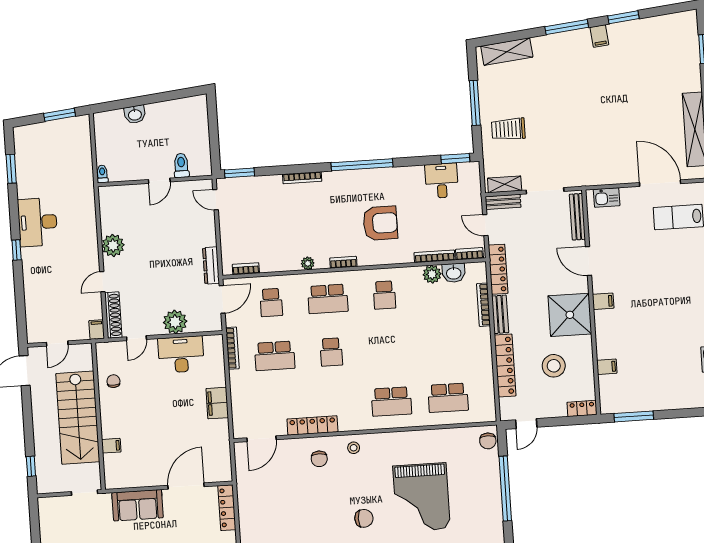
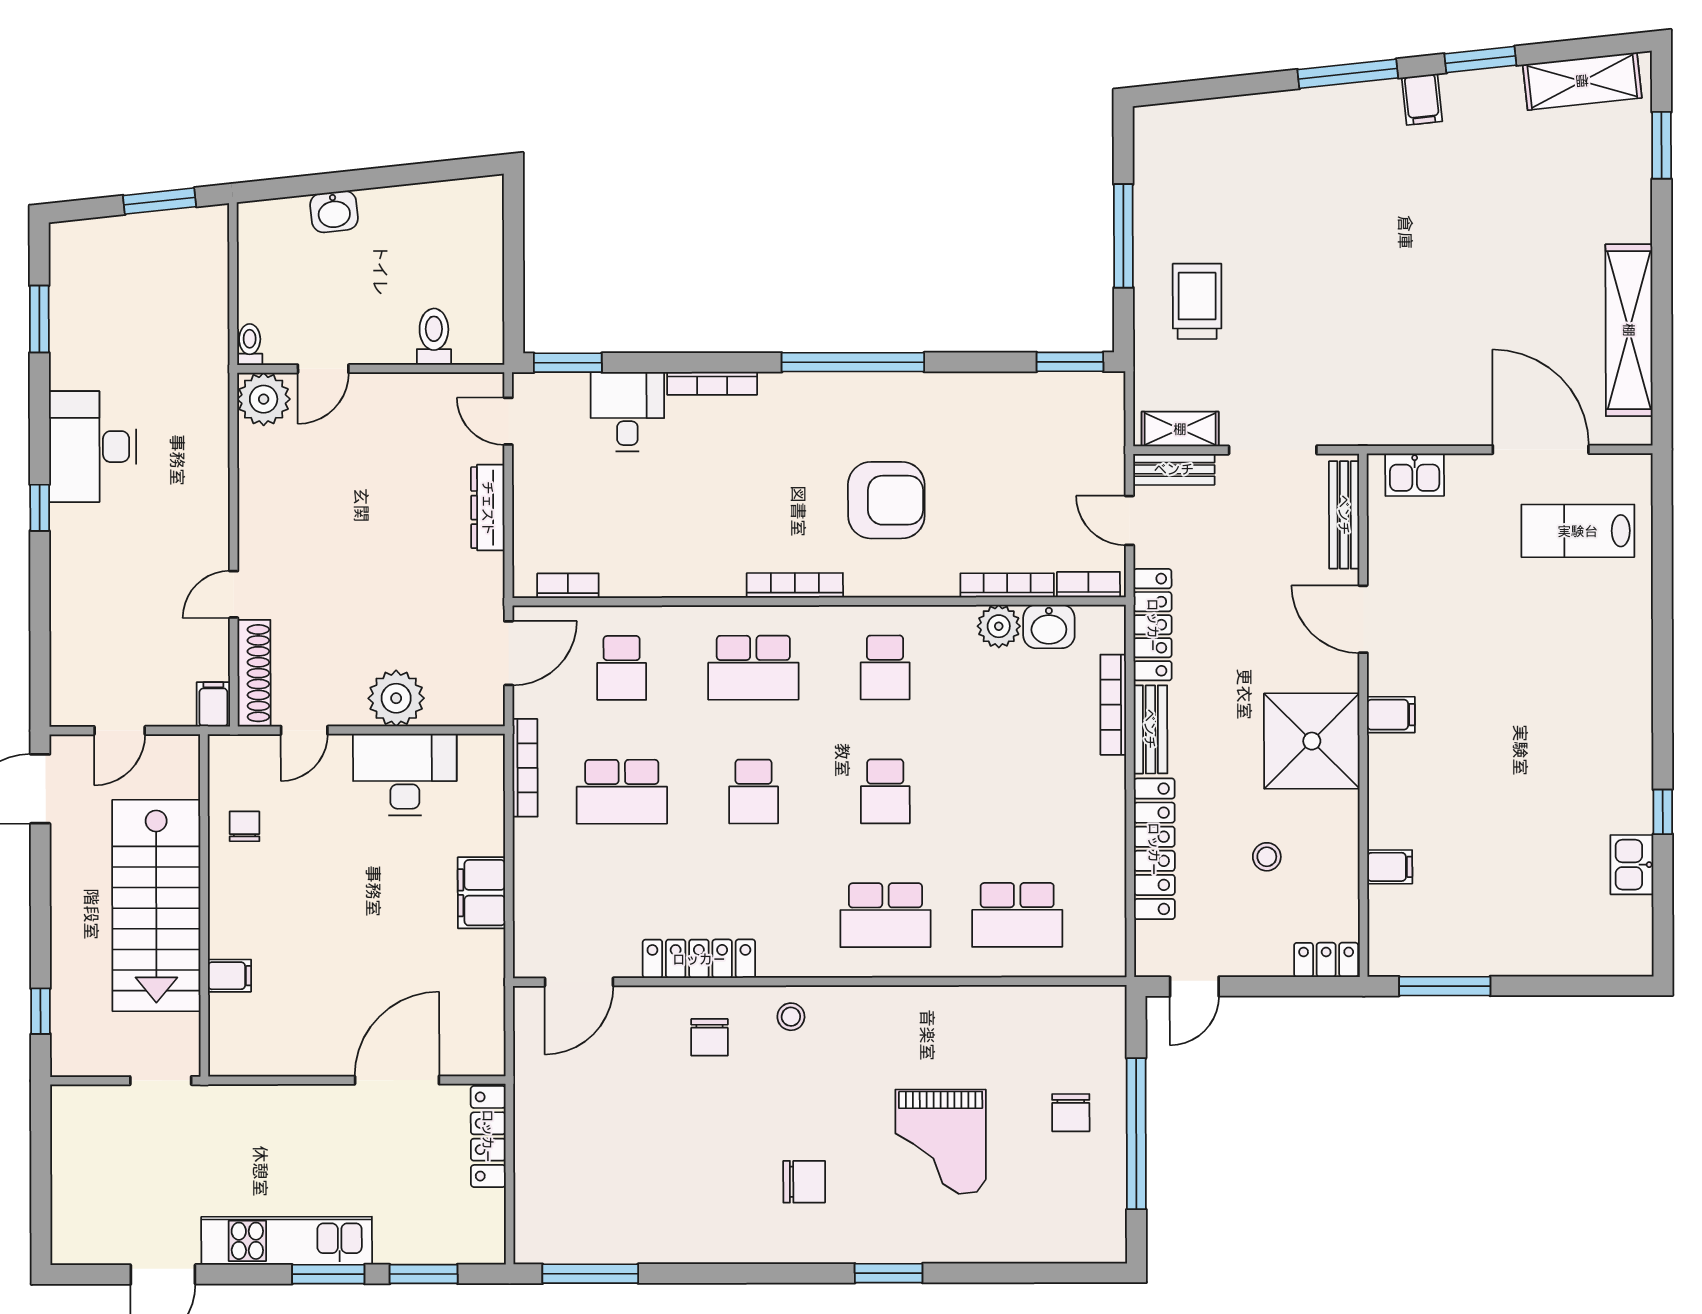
shelving: (507, 52) -> (1582, 81), moved
trolley: (508, 129) -> (1197, 301), turned 90
door: (159, 181) -> (323, 369), moved
desk: (442, 181) -> (627, 412), moved
plant: (113, 245) -> (264, 399), moved
bookcase: (343, 262) -> (795, 585), width x1.56
plant: (308, 263) -> (712, 582), removed
dresser: (211, 265) -> (488, 508), moved
school desk: (388, 348) -> (885, 791), added
stool: (554, 366) -> (1267, 857), width x0.53, depth x0.53
chair: (488, 441) -> (1071, 1113), moved
grand piano: (421, 497) -> (941, 1142), width x0.73, depth x0.68
sofa: (138, 505) -> (282, 1117), removed

